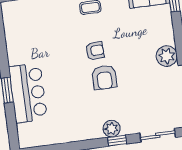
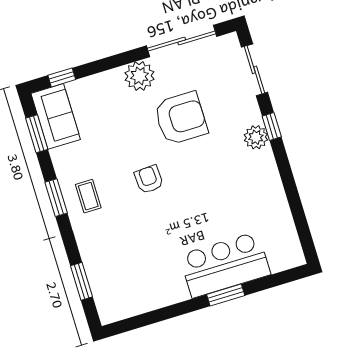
armchair: (104, 77) -> (181, 118), moved, width x1.36, depth x1.36

